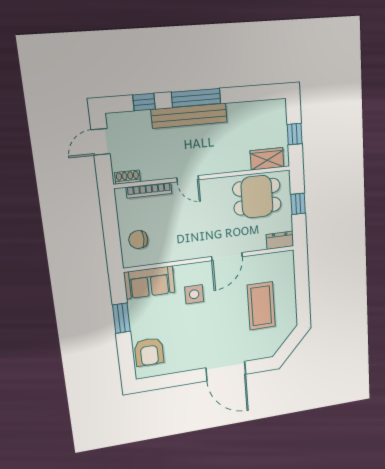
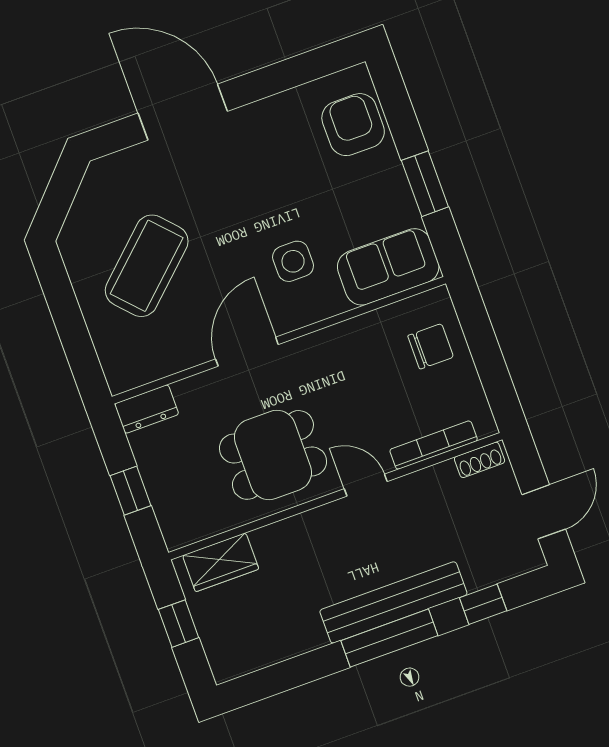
dining table: (257, 197) -> (273, 455), moved
coffee table: (261, 306) -> (147, 266), turned 47

